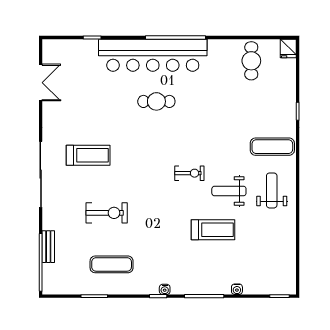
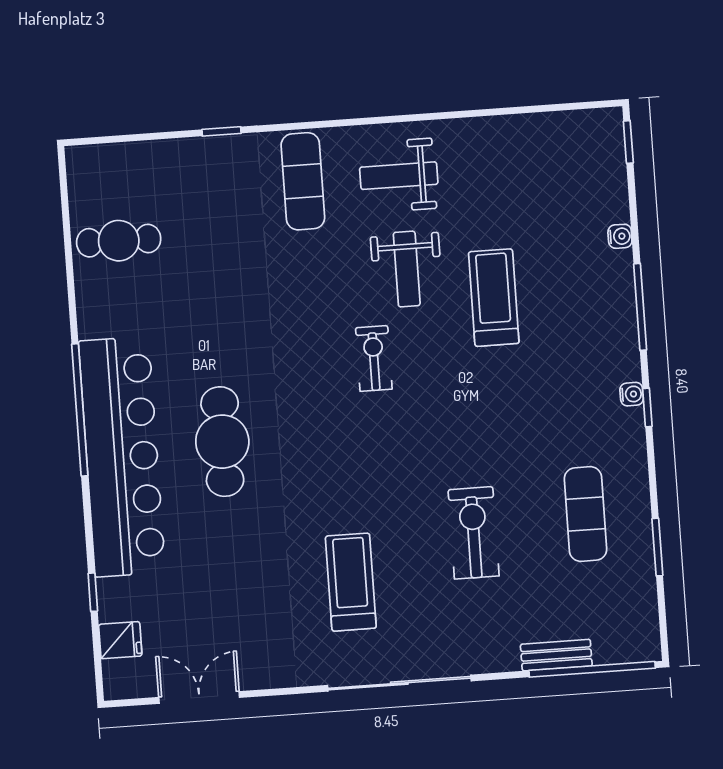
fridge: (288, 48) -> (120, 640), moved
cafe table: (156, 101) -> (222, 442), width x1.37, depth x1.35

